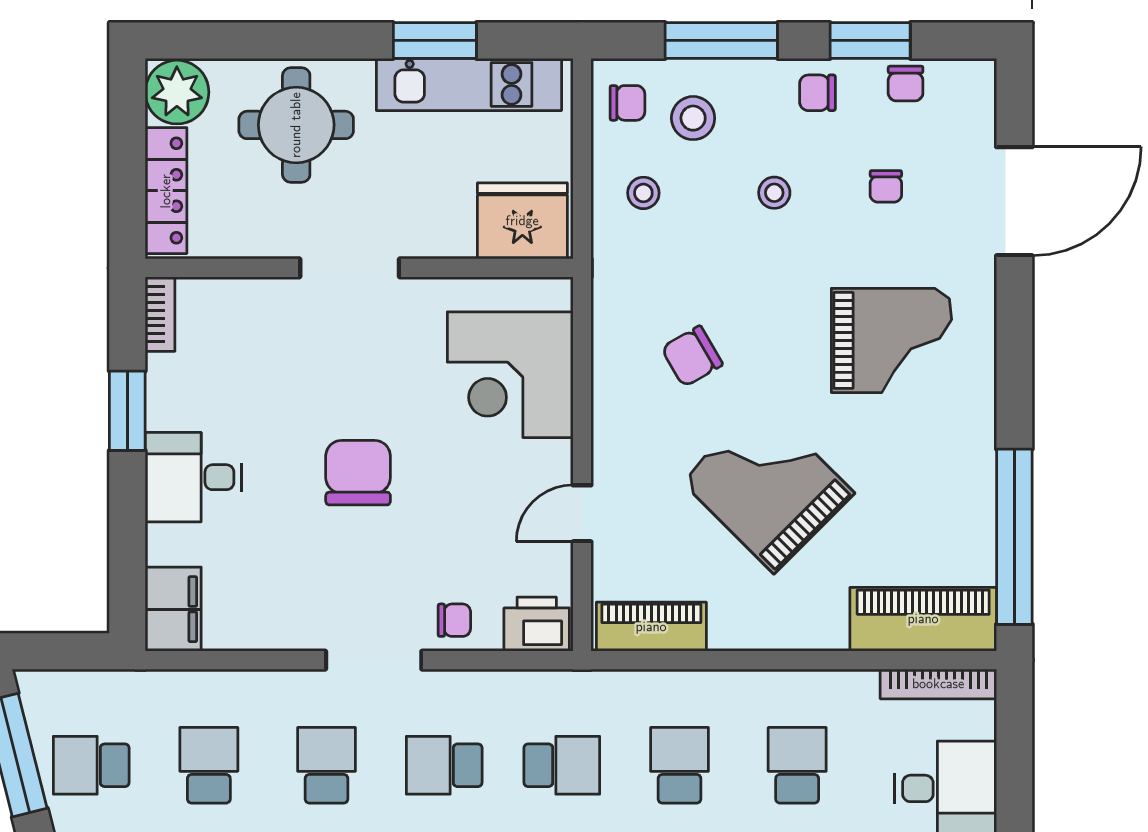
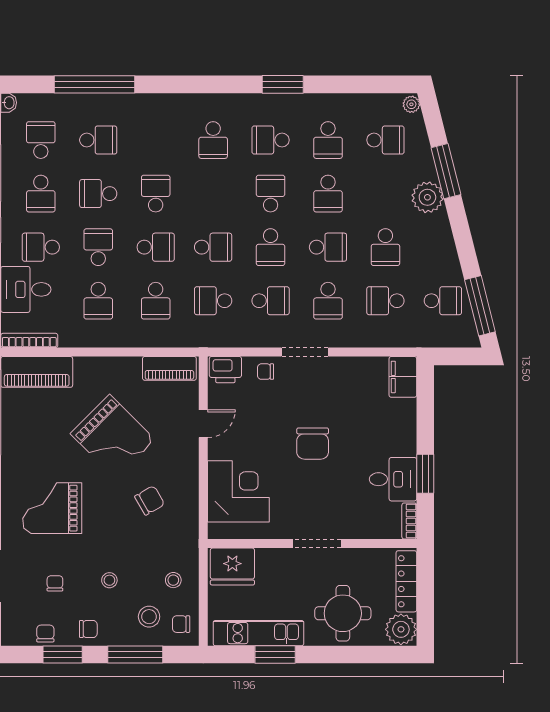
desk: (193, 477) -> (393, 479), moved
school desk: (209, 765) -> (385, 301), turned 90

